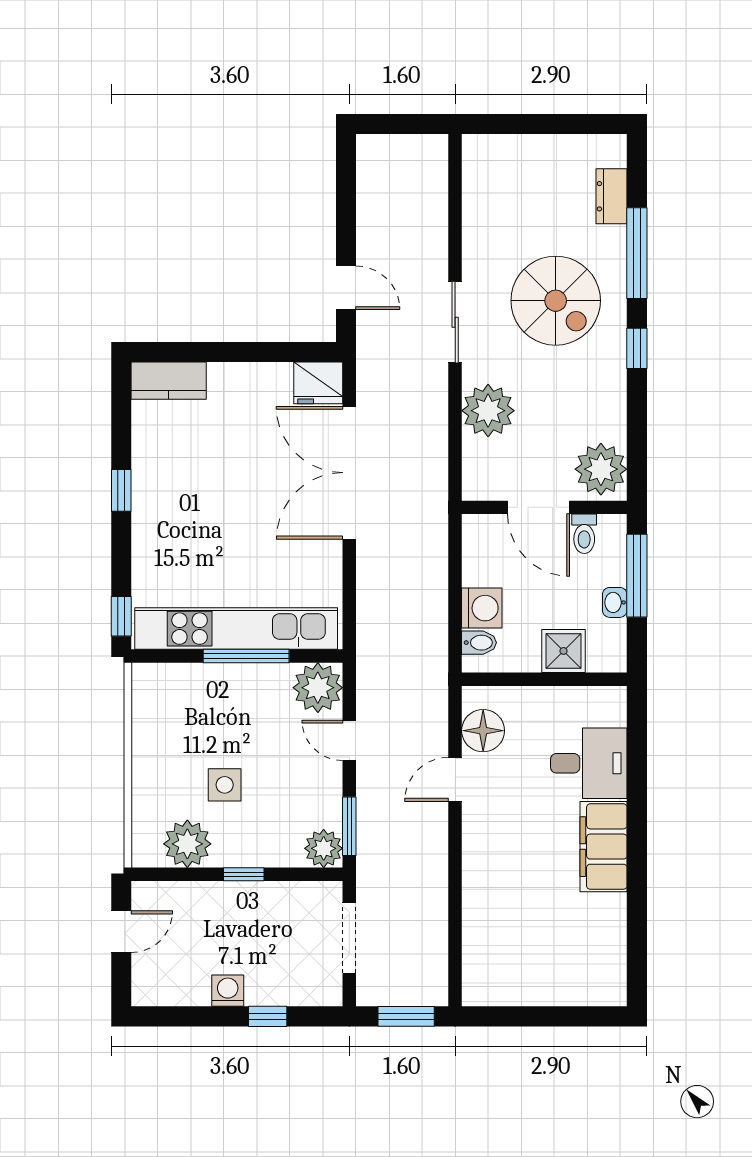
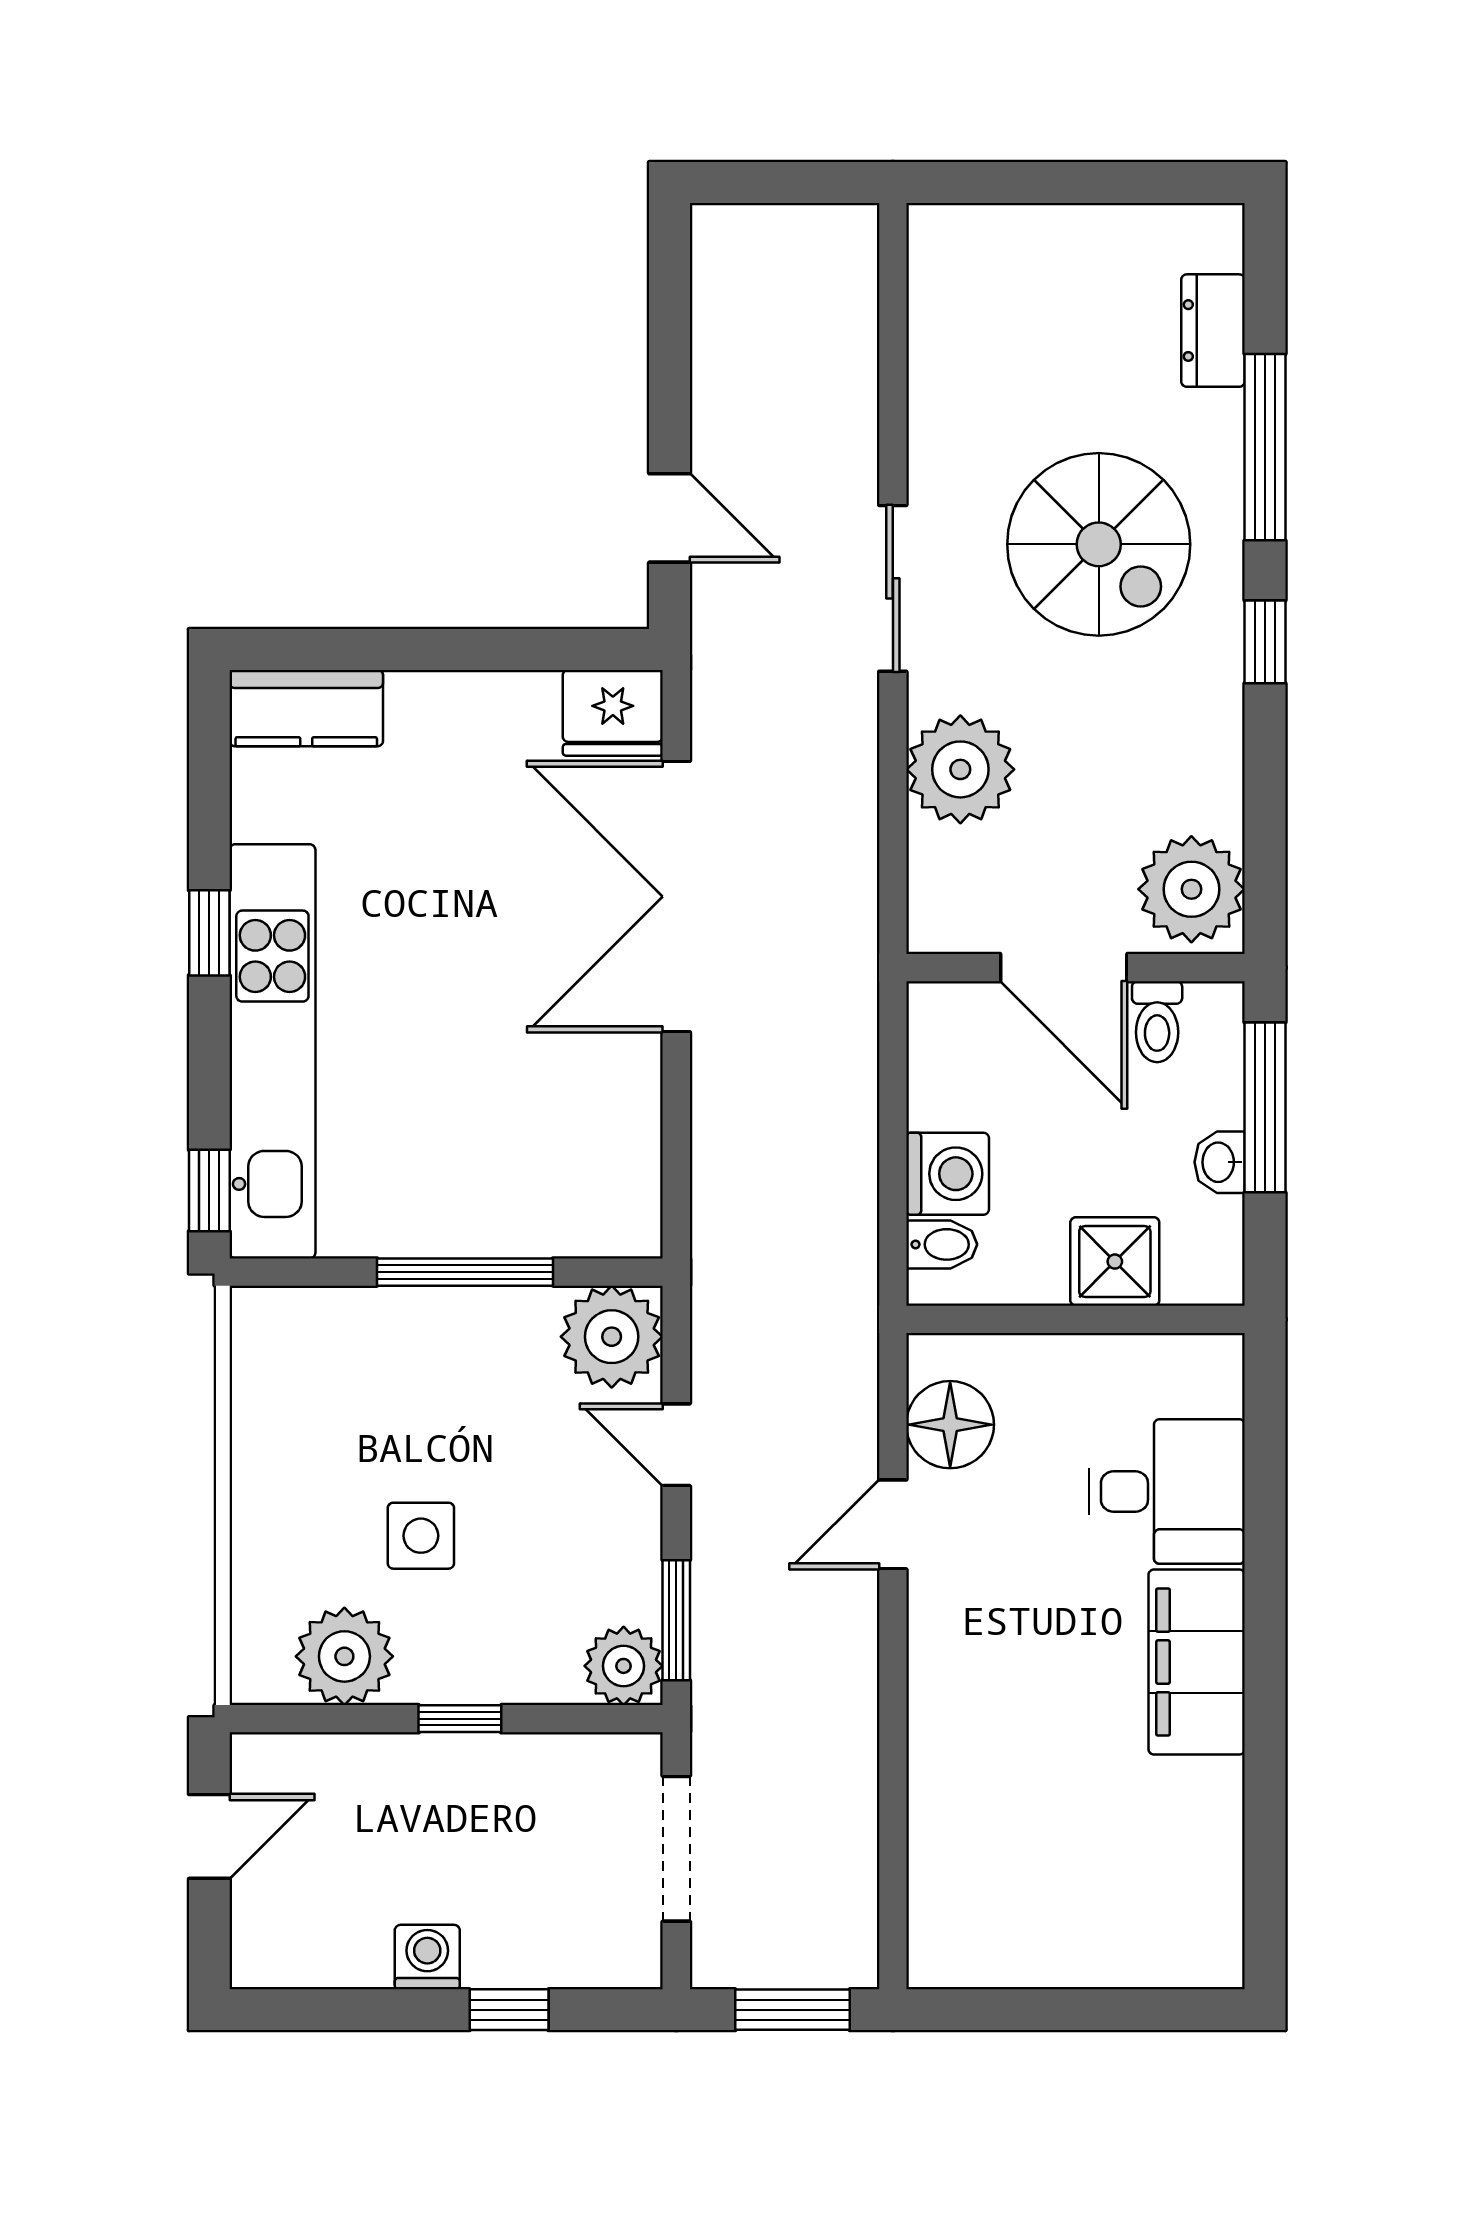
kitchen unit: (236, 629) -> (272, 1051), moved, turned 90

